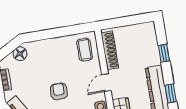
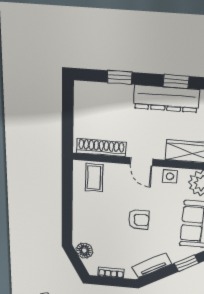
coffee table: (85, 49) -> (94, 178), turned 90
armchair: (59, 91) -> (139, 220), turned 180

